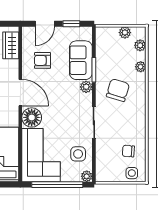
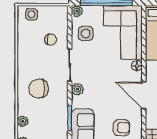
plant: (86, 87) -> (77, 89), moved
chair: (118, 90) -> (39, 89), moved, turned 73
floor lamp: (32, 117) -> (137, 66), width x0.53, depth x0.53
chair: (128, 151) -> (51, 39), moved

